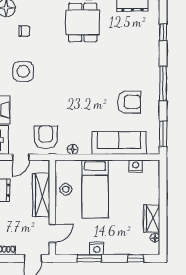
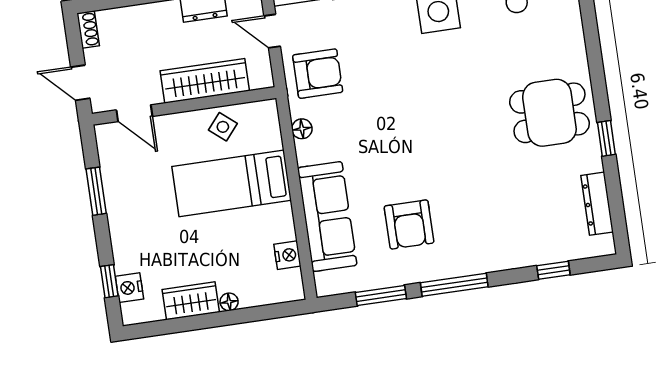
window: (163, 134) -> (381, 295), moved
floor lamp: (155, 238) -> (229, 302), moved
nightstand: (97, 249) -> (129, 288), moved

